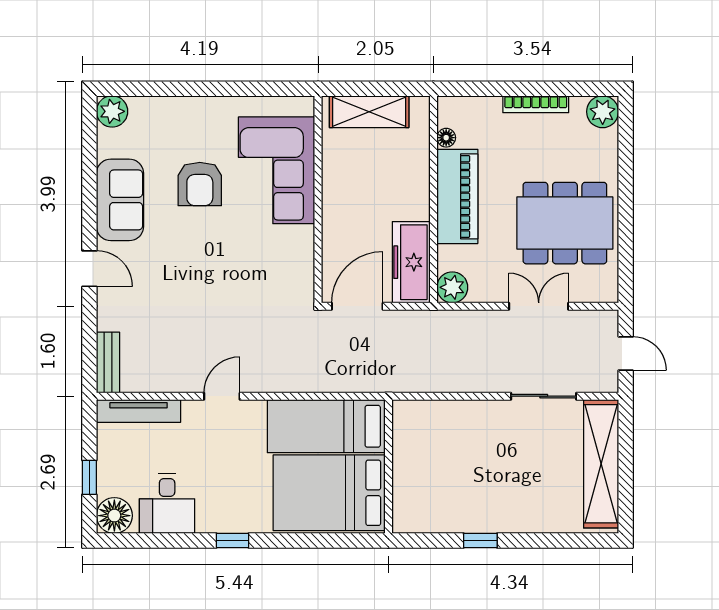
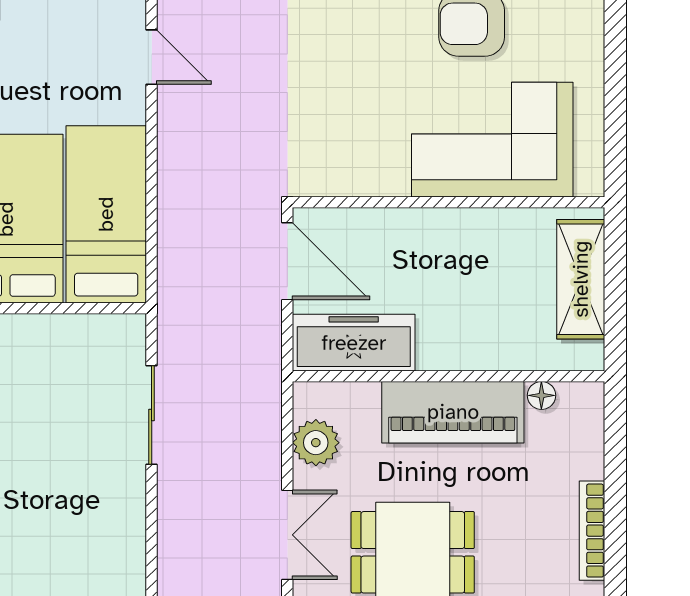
plant: (452, 287) -> (316, 443), moved
sliding door: (544, 396) -> (152, 415), moved

